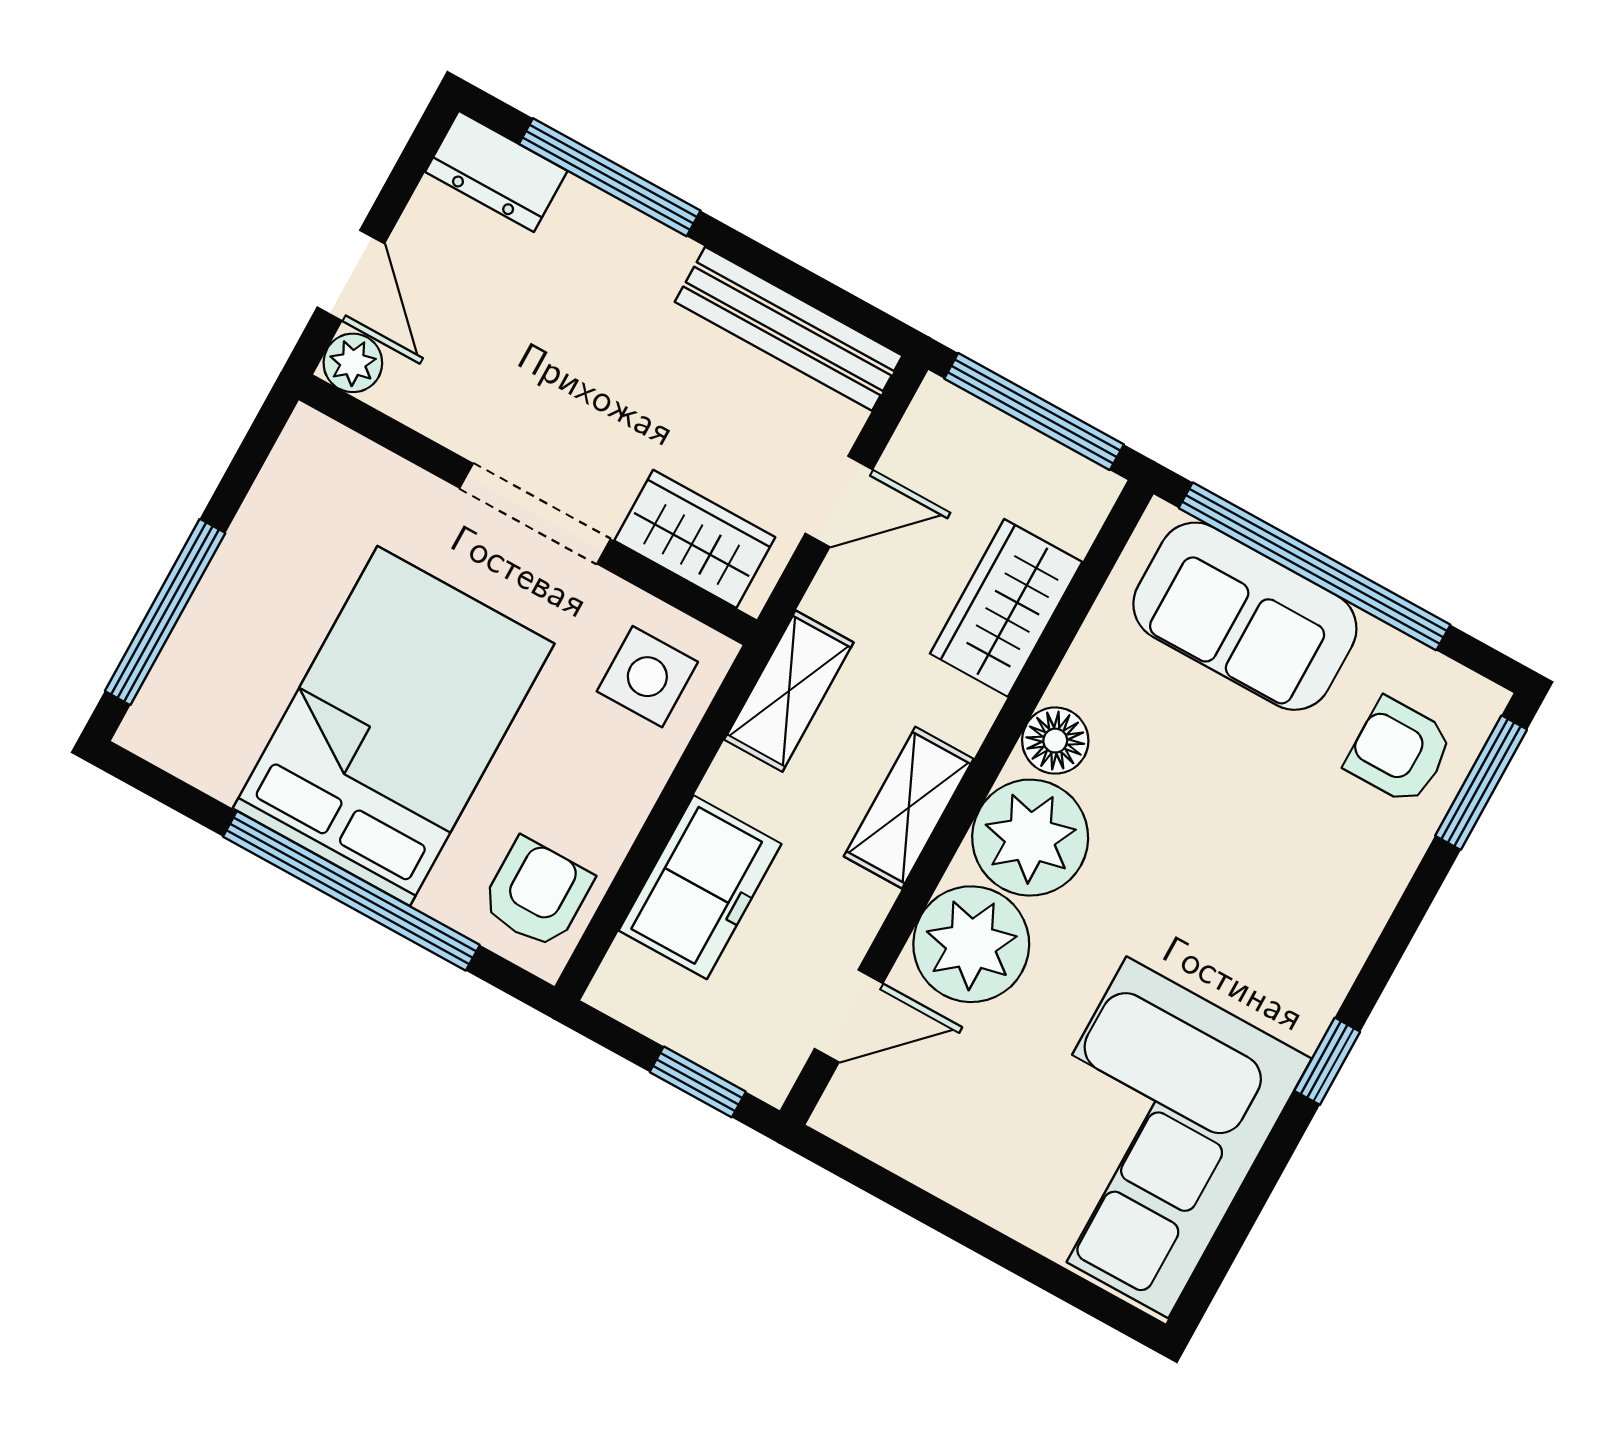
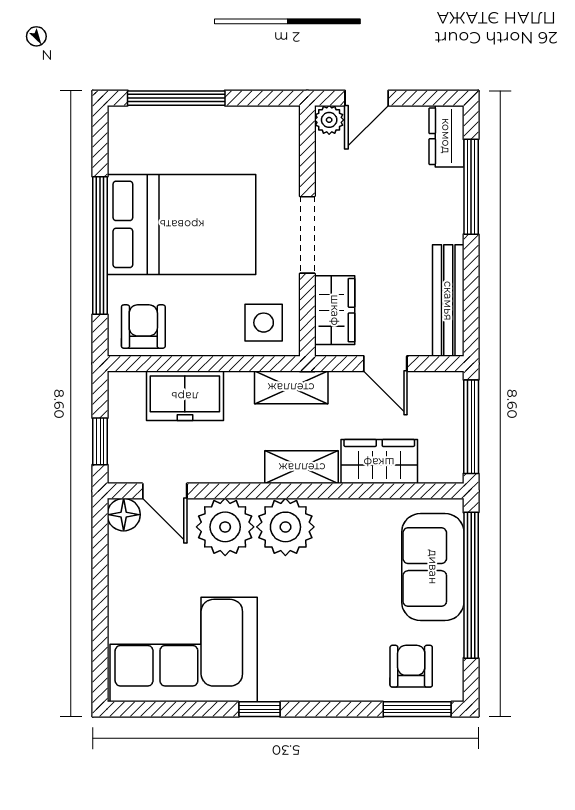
floor lamp: (1055, 741) -> (124, 515), moved
shelving: (909, 808) -> (302, 467), moved
armchair: (537, 893) -> (143, 327), turned -90

